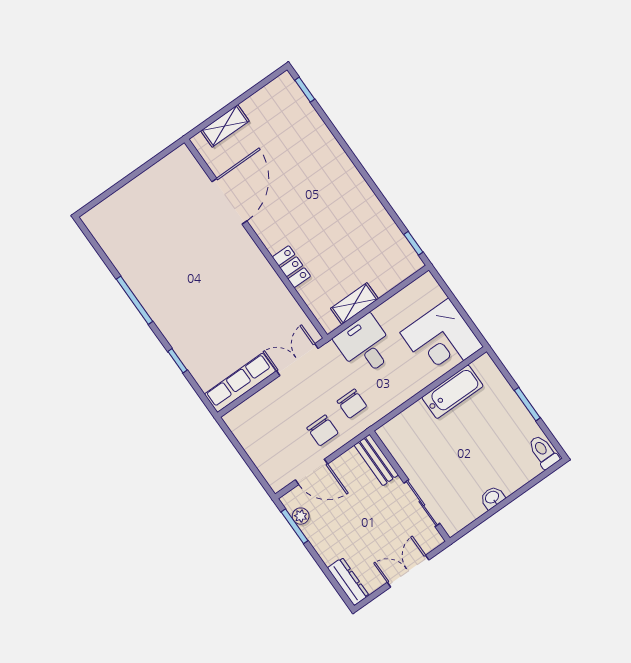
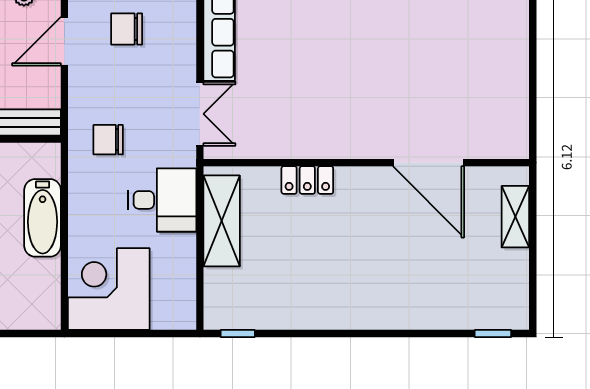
shelving: (354, 304) -> (222, 221), width x1.50, depth x1.33
bathtub: (452, 392) -> (43, 218), moved
chair: (323, 430) -> (127, 29), moved

